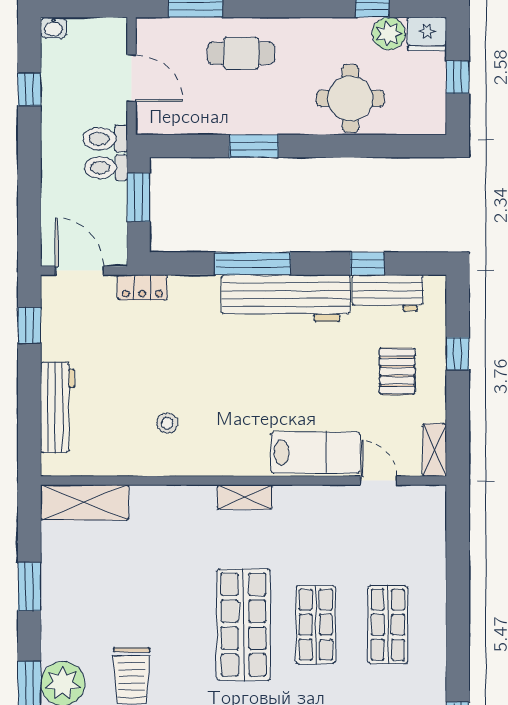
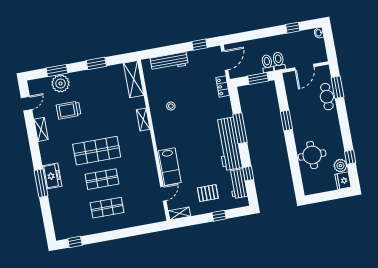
cafe table: (241, 53) -> (327, 97), moved
window: (458, 77) -> (328, 196), removed
shelving: (245, 497) -> (143, 119), moved

